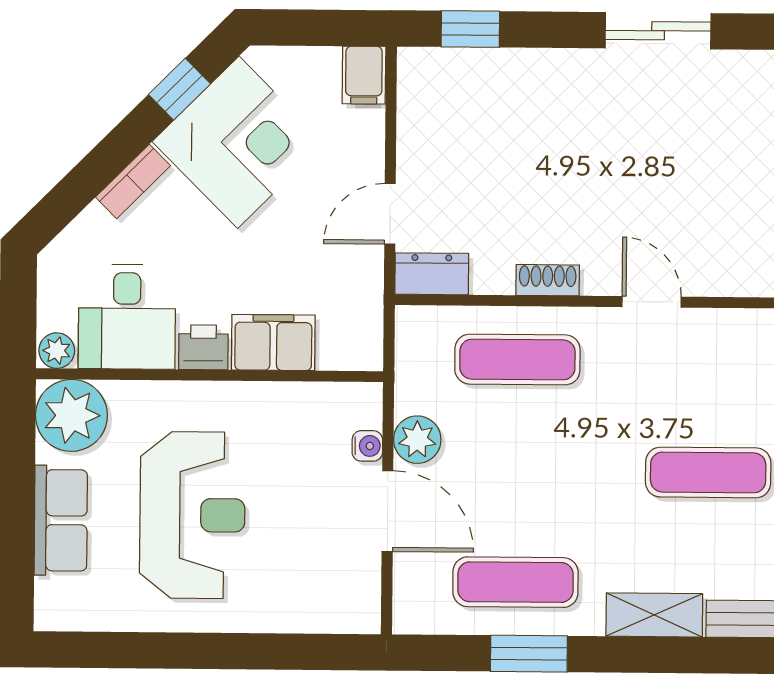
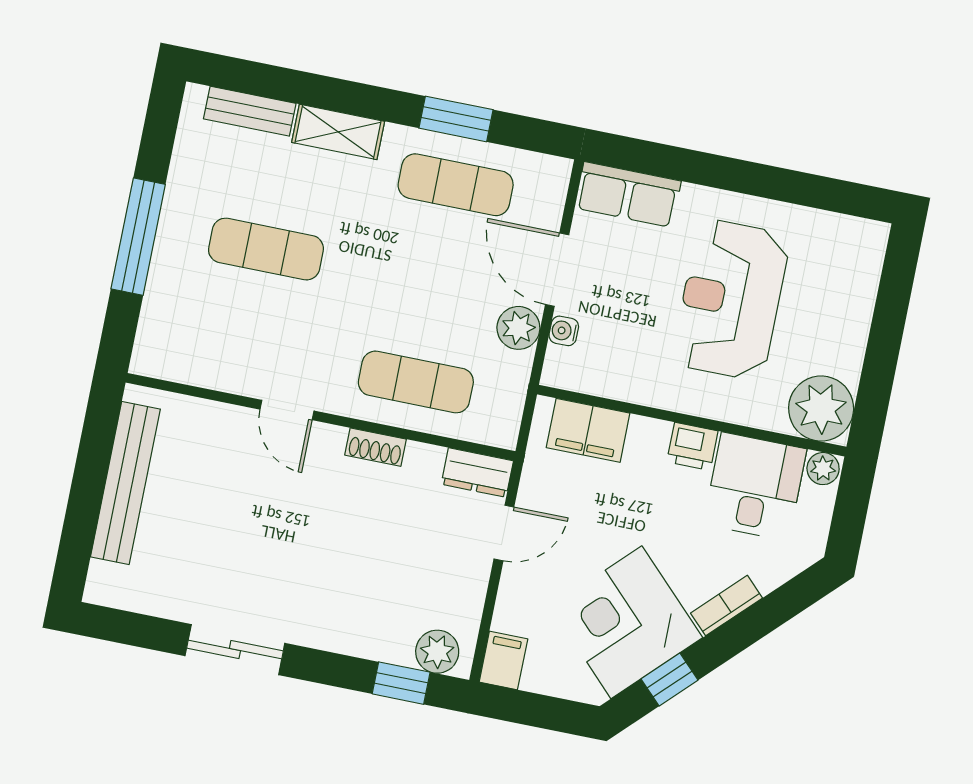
plant: (438, 71) -> (437, 652), added
filing cabinet: (273, 342) -> (588, 430), moved
row of seats: (61, 520) -> (628, 195), moved, turned -90

